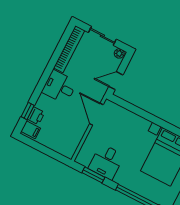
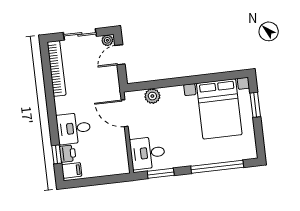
door: (116, 81) -> (120, 55), moved
desk: (59, 87) -> (74, 128), moved
plant: (125, 115) -> (152, 96), added
desk: (106, 162) -> (148, 153), moved, turned 90

